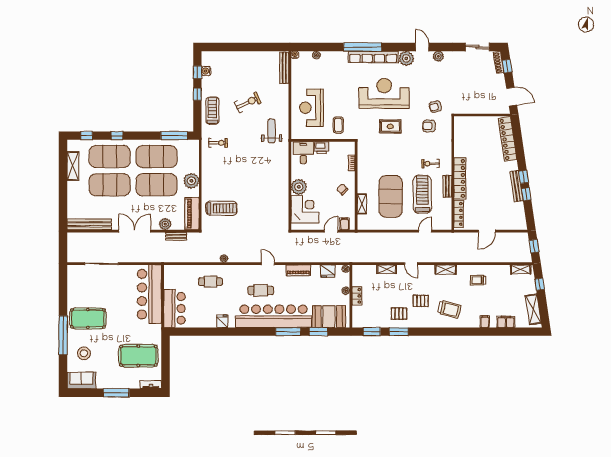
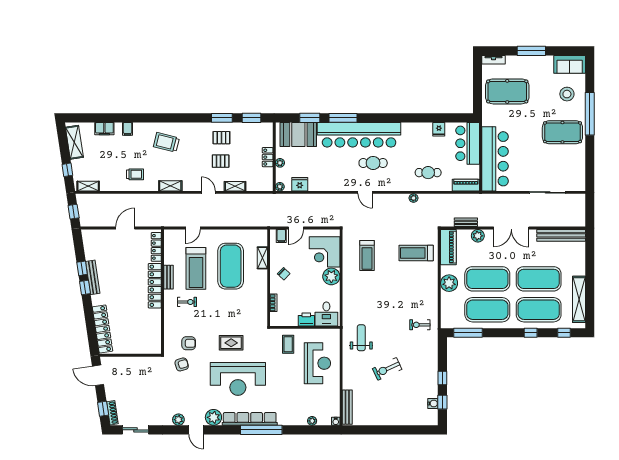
treadmill: (212, 111) -> (367, 256), moved
weight bench: (272, 131) -> (361, 338), turned 180
shelving: (73, 166) -> (579, 299), width x1.47
piano: (298, 270) -> (466, 185), moved
pallet: (421, 301) -> (221, 161), moved
fridge: (222, 321) -> (439, 129), moved

